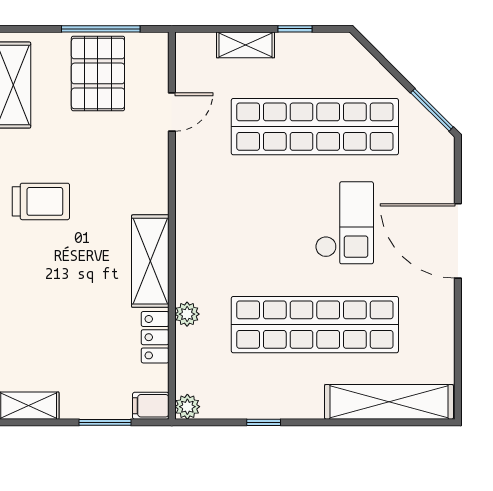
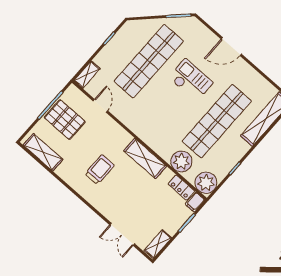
shelving: (245, 45) -> (87, 75), moved
trolley: (41, 201) -> (100, 170), moved
door: (458, 241) -> (231, 47), width x0.73
plant: (187, 314) -> (181, 161), width x1.87, depth x1.87
locker: (155, 337) -> (181, 188), moved
plant: (187, 407) -> (206, 183), width x1.87, depth x1.87

